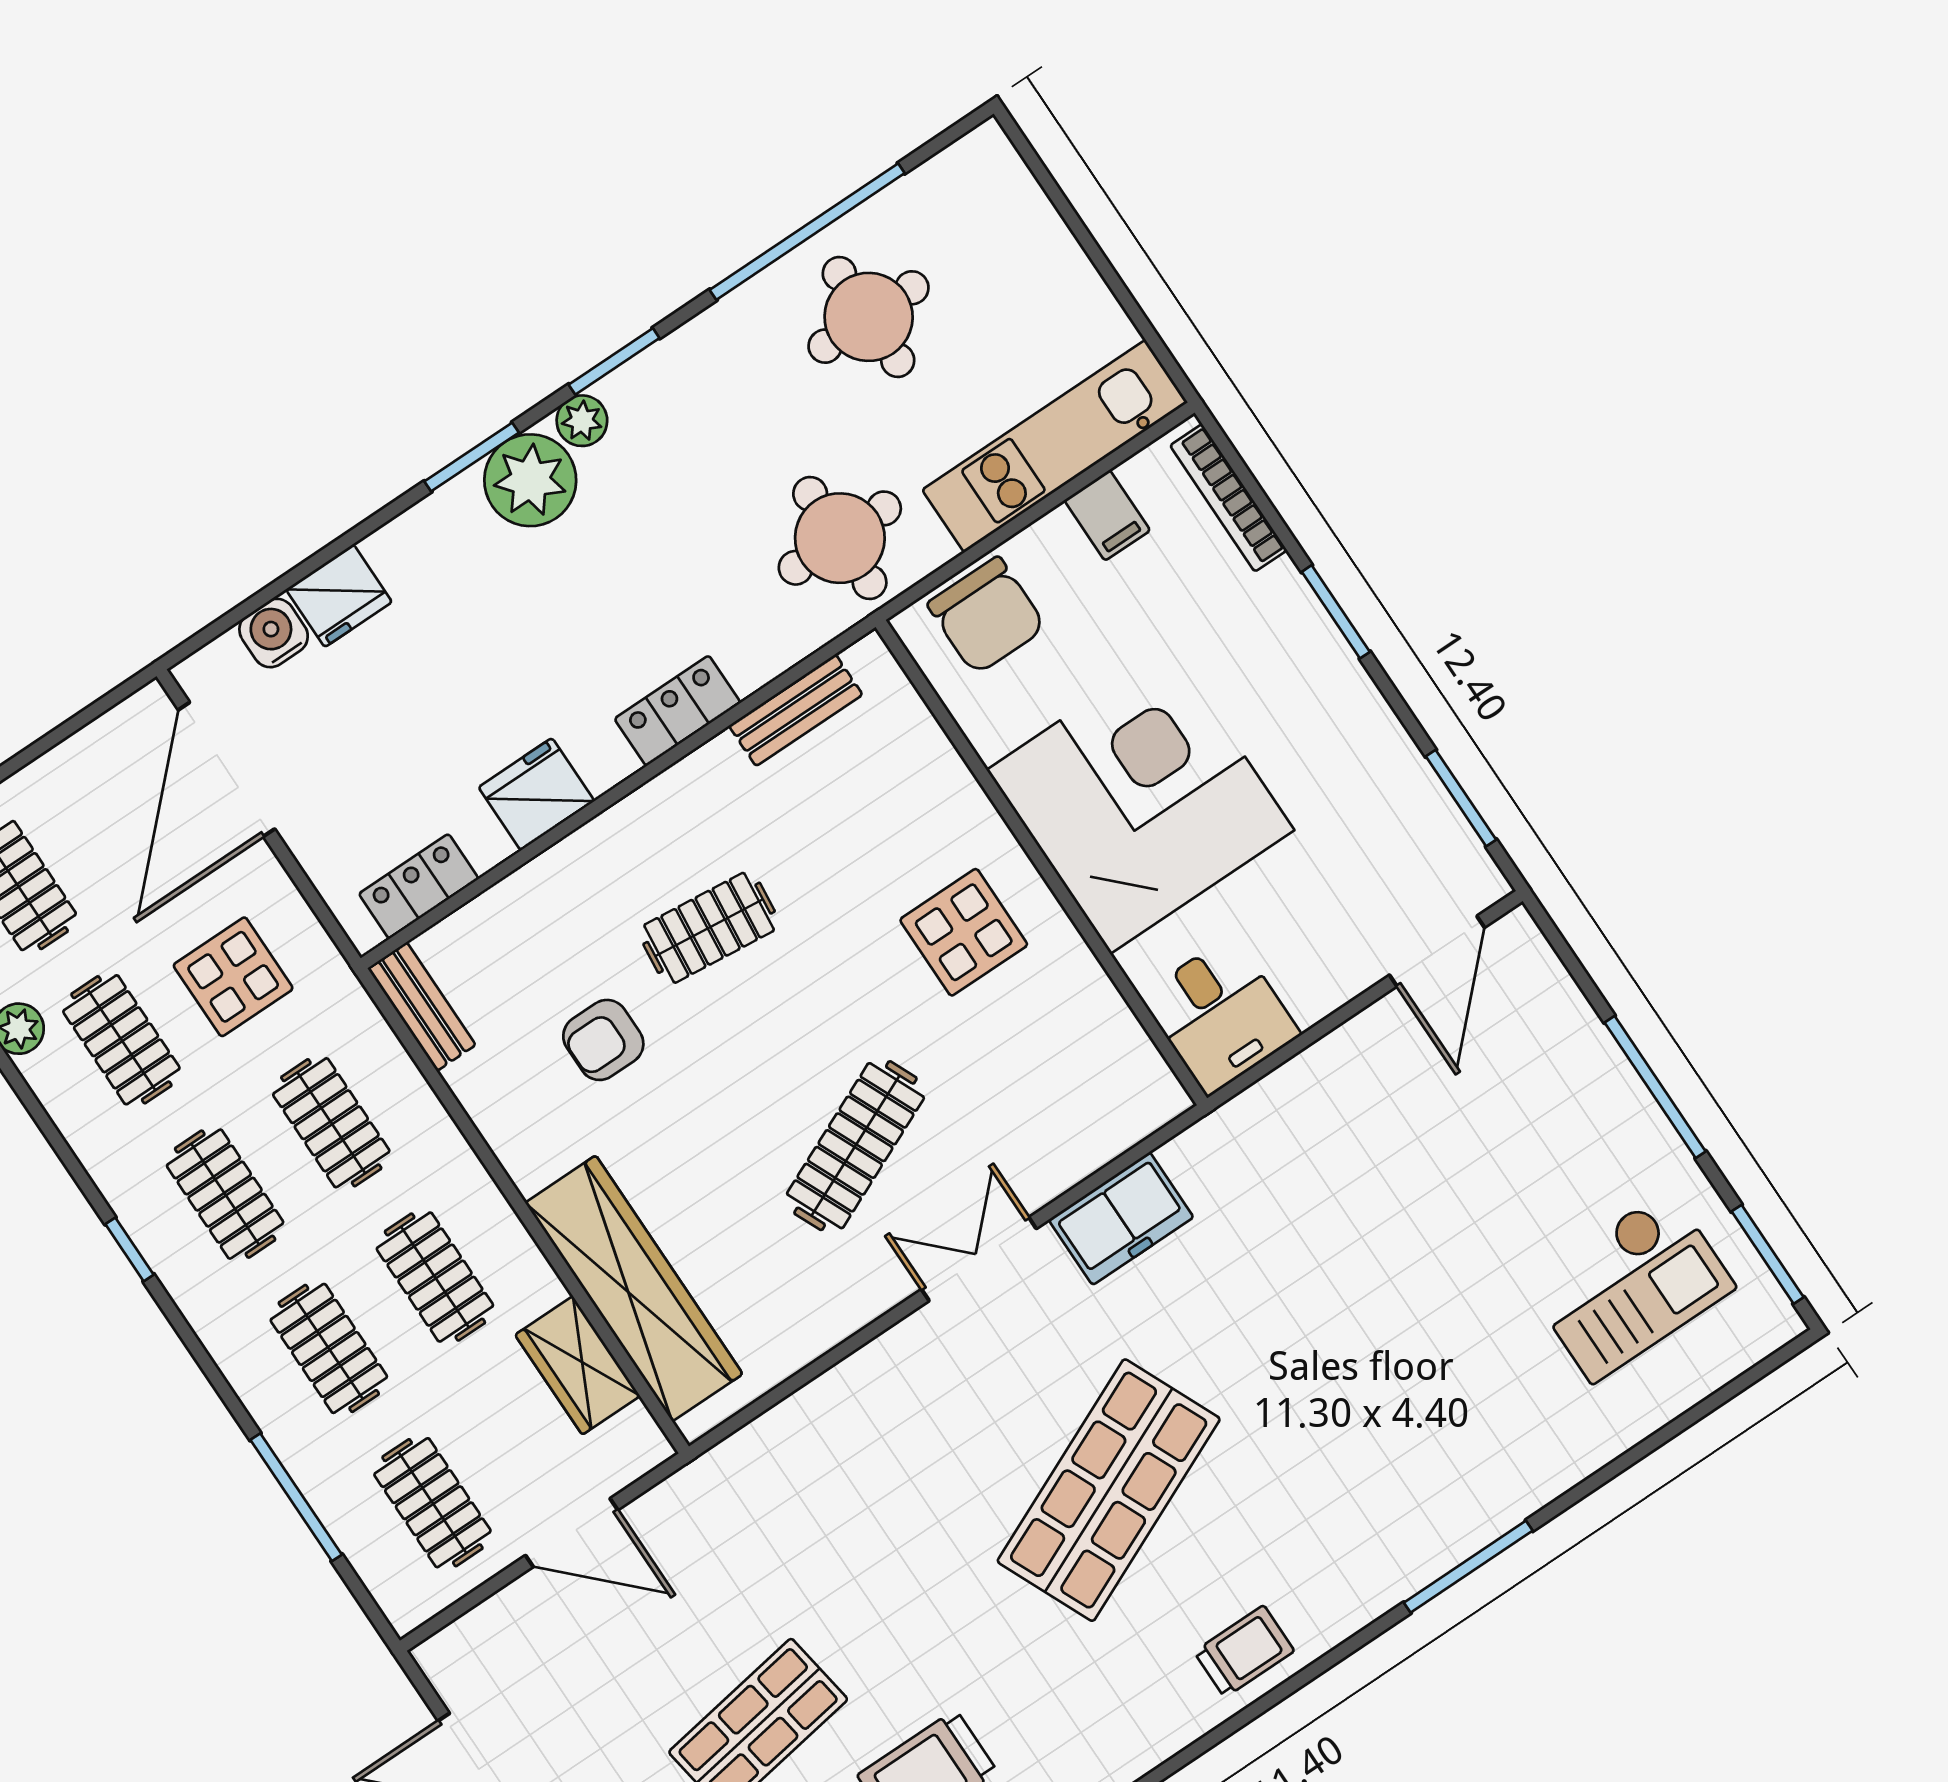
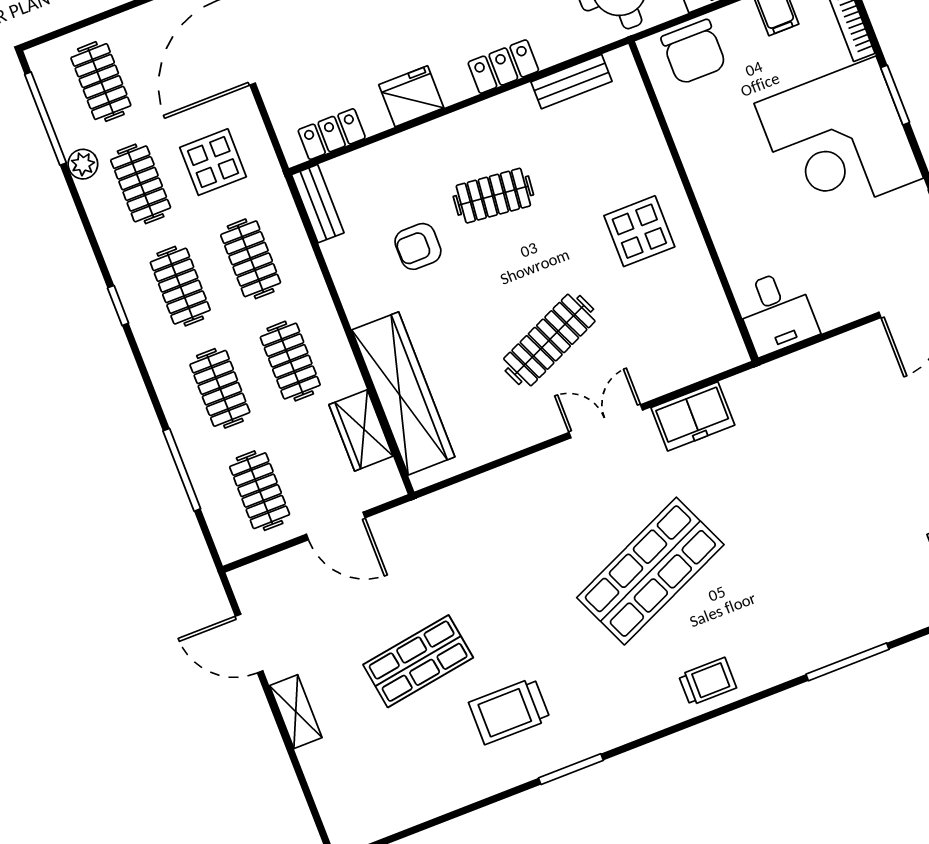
corner desk: (1140, 800) -> (839, 141), moved, turned 180

